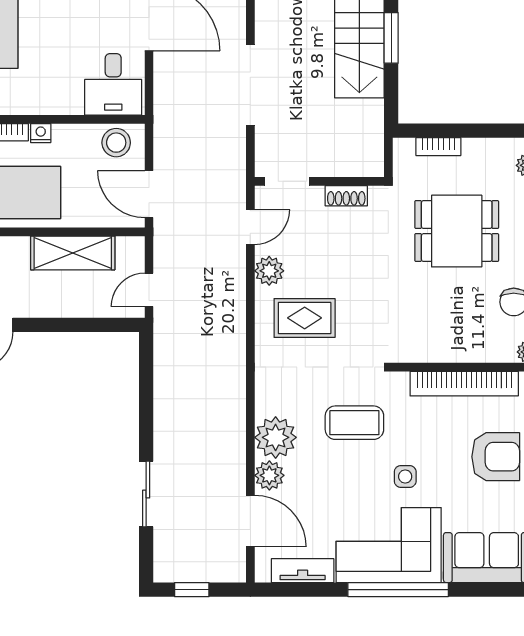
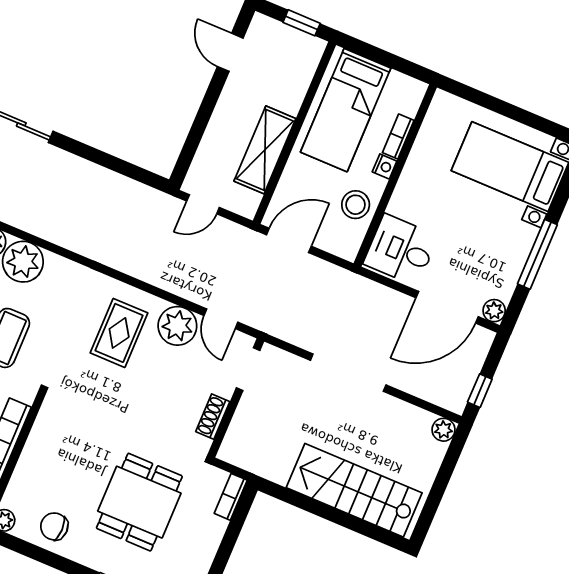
window: (391, 38) -> (337, 517), removed
stool: (116, 143) -> (356, 205), moved
bookcase: (438, 147) -> (231, 497), moved
plant: (269, 271) -> (177, 326), width x1.36, depth x1.36
door: (149, 290) -> (203, 204), swing flipped

